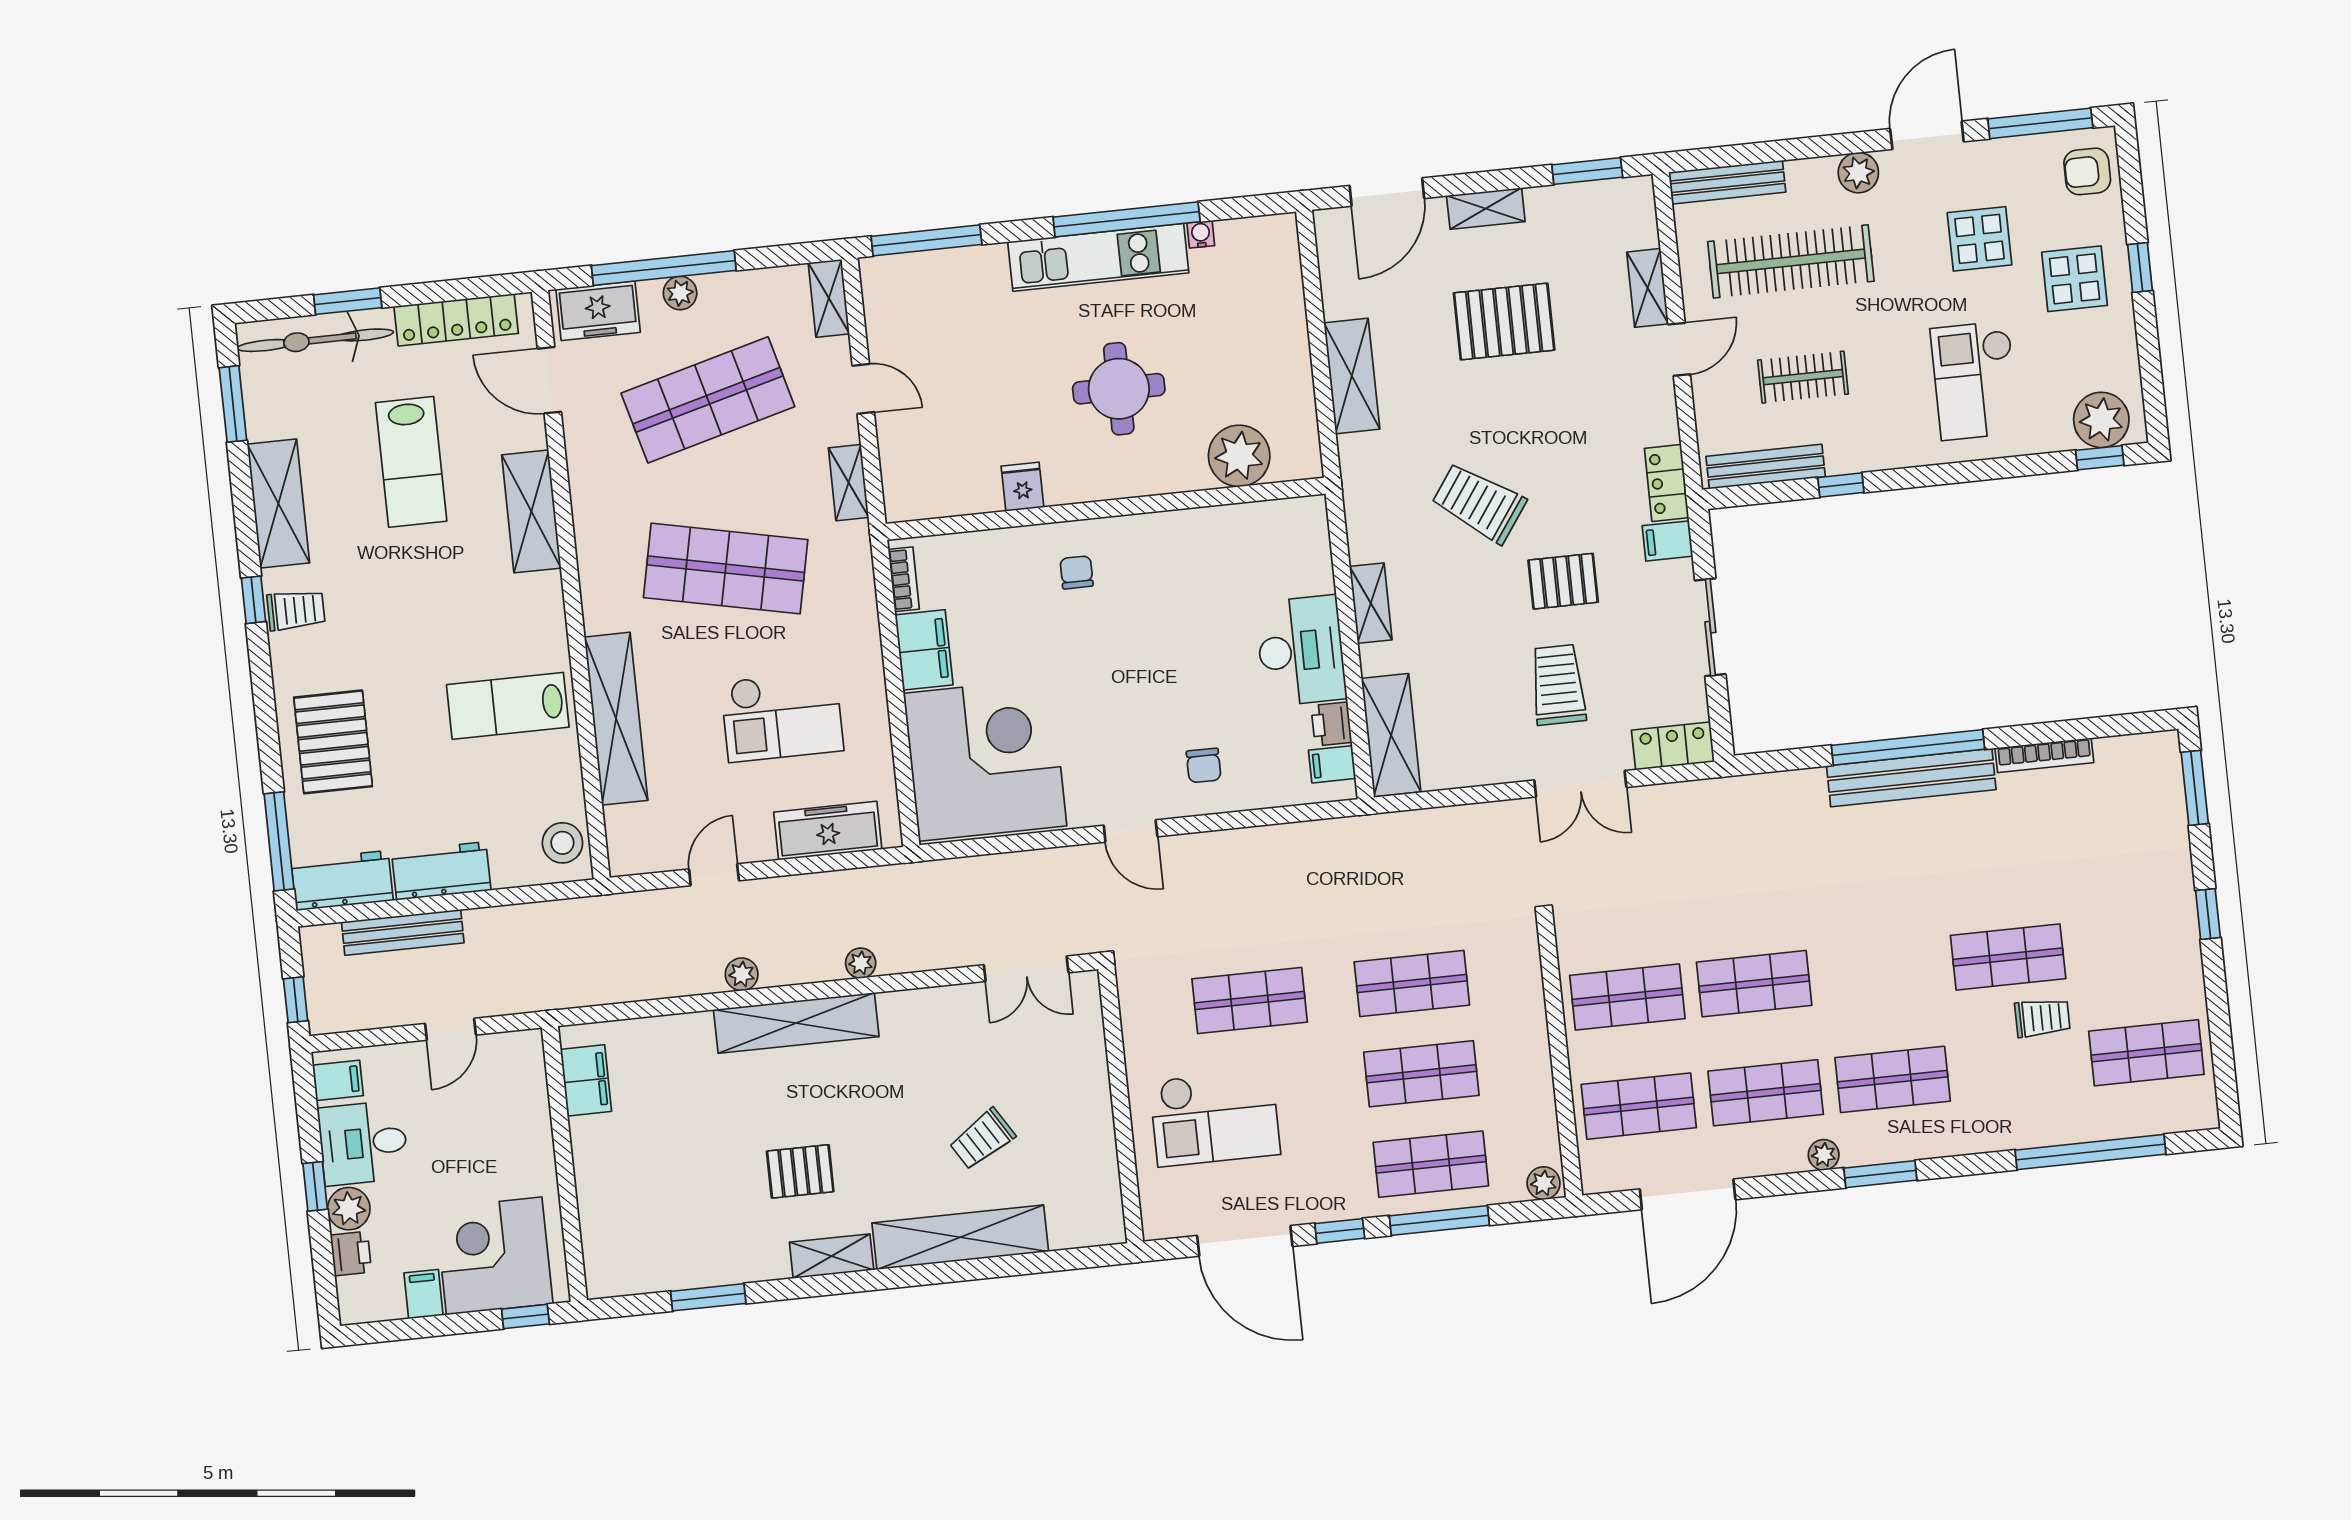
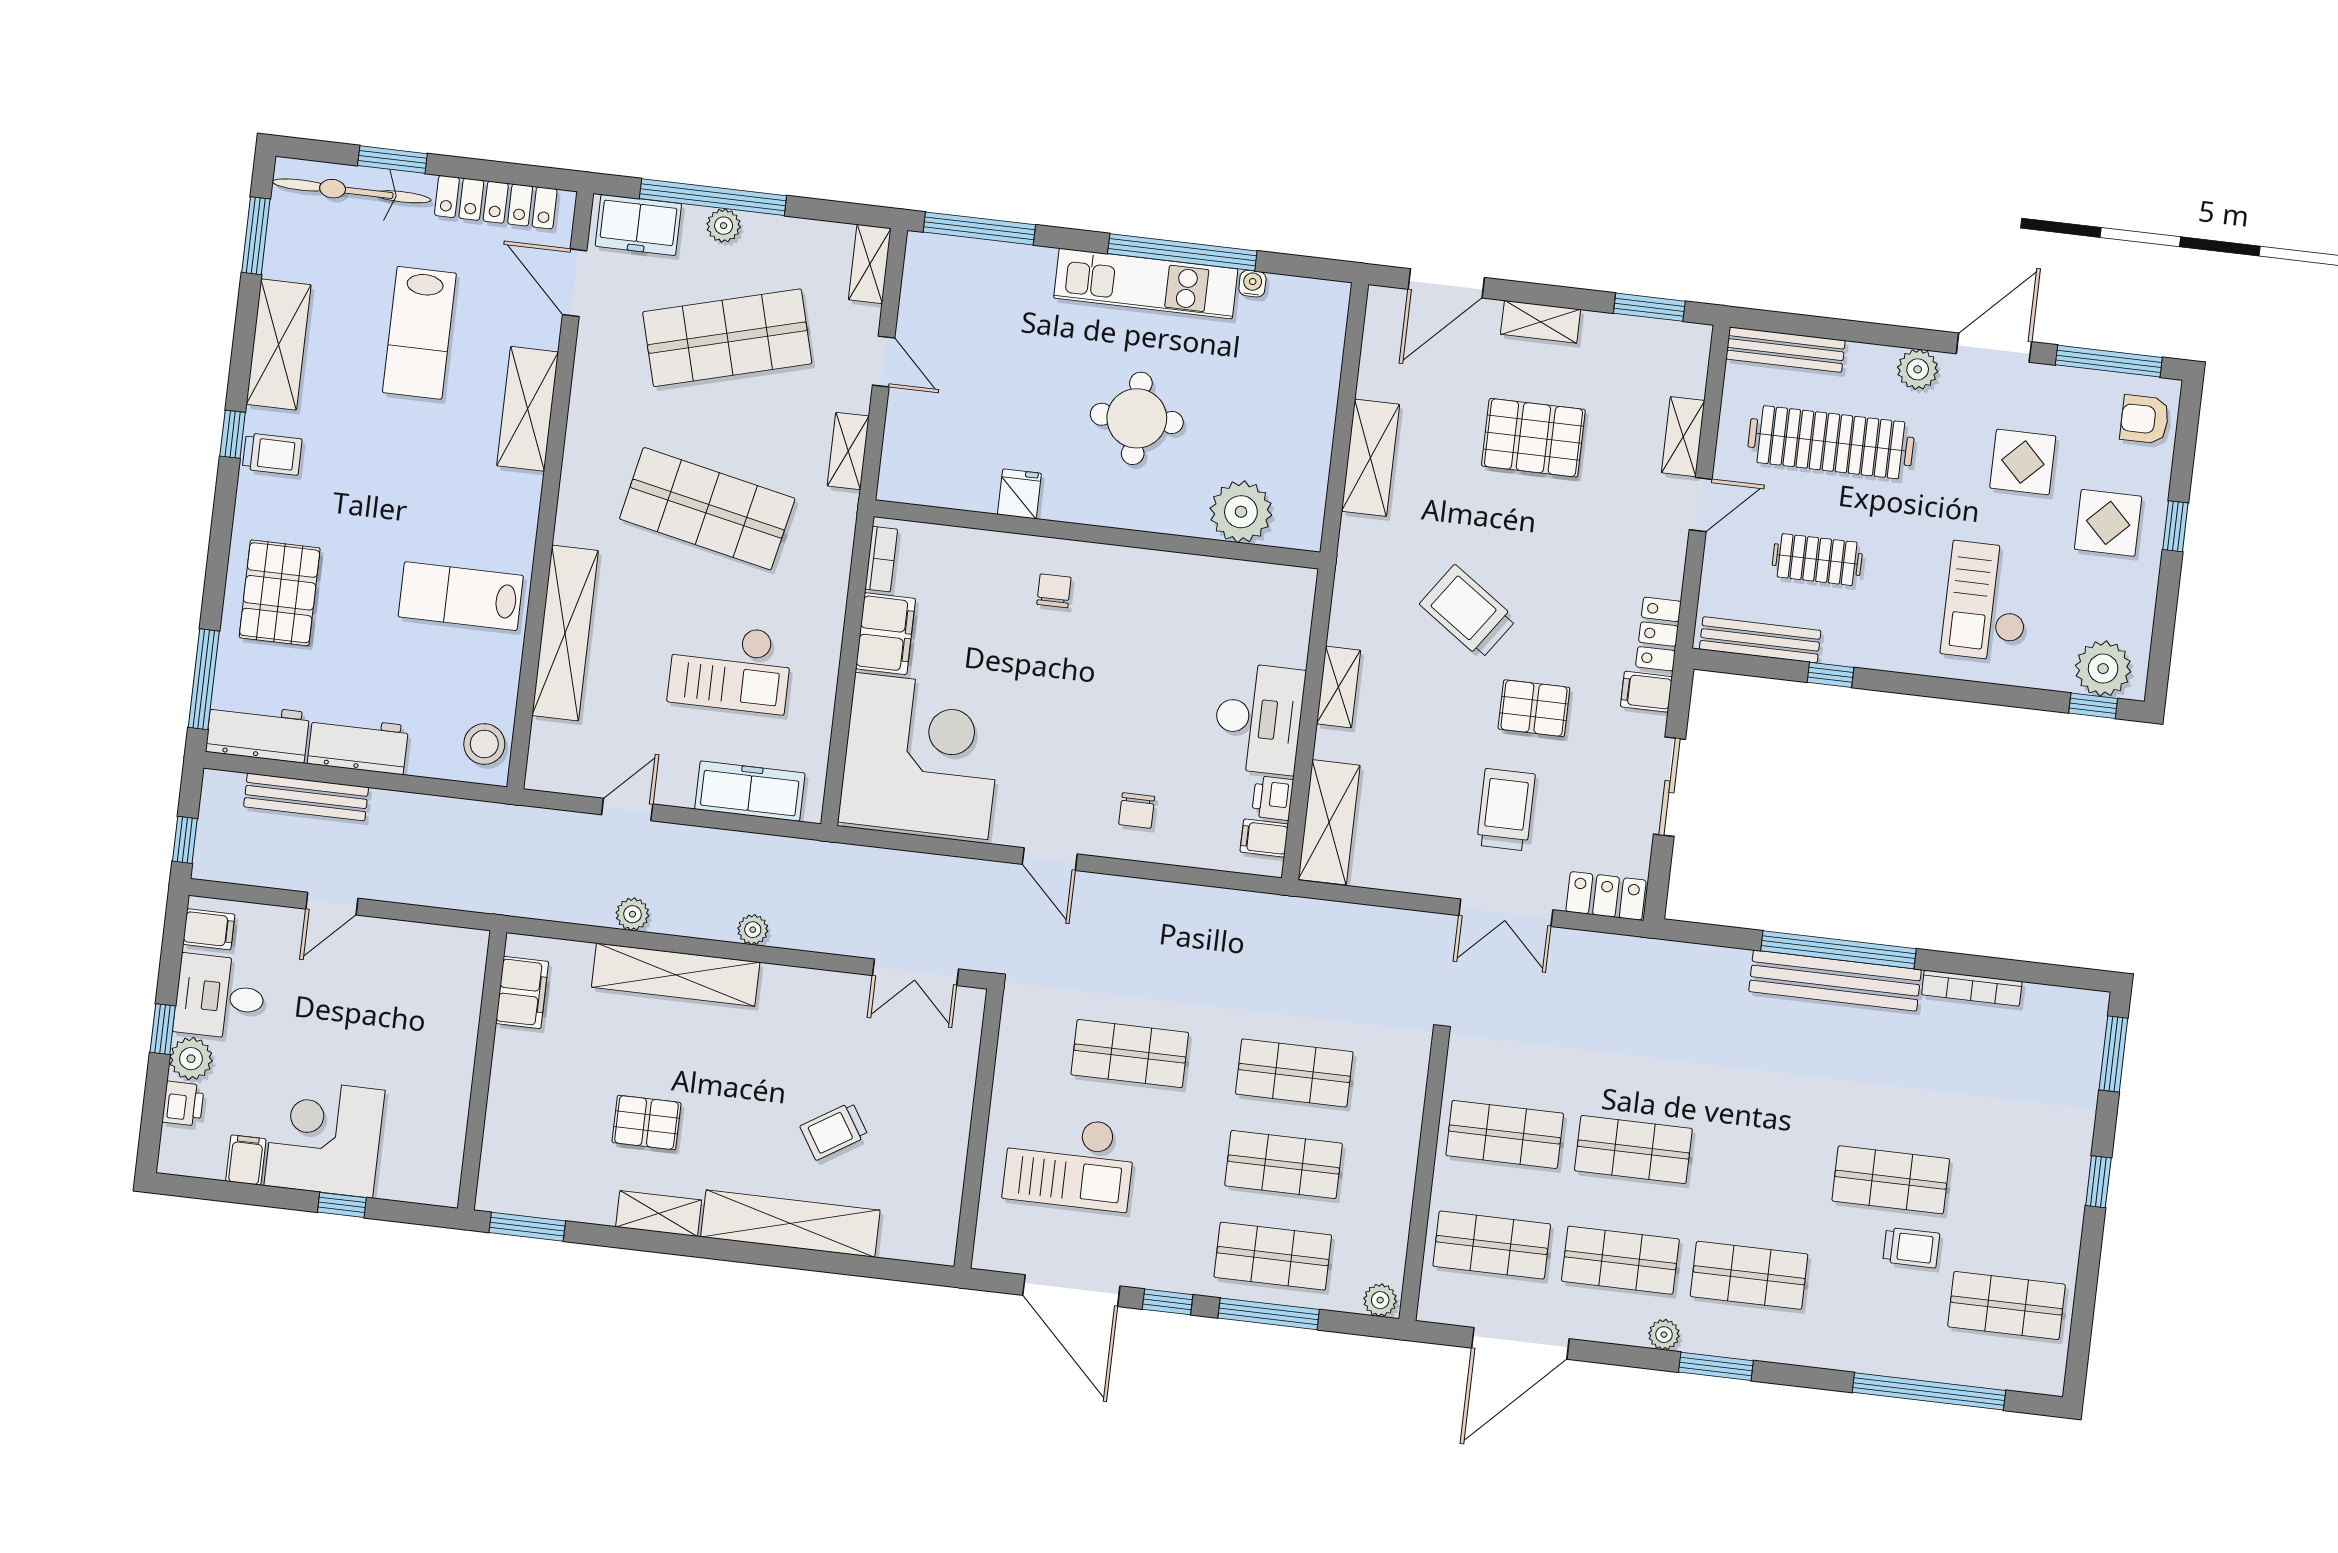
filing cabinet: (586, 1080) -> (522, 992), moved
wall: (564, 1164) -> (482, 1070), moved

